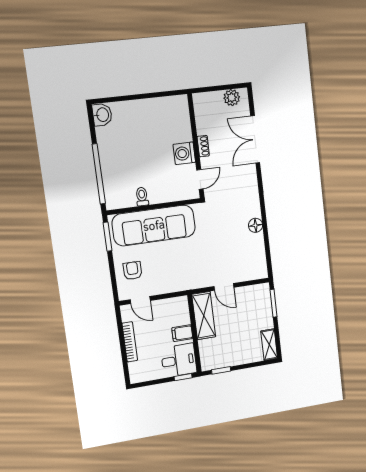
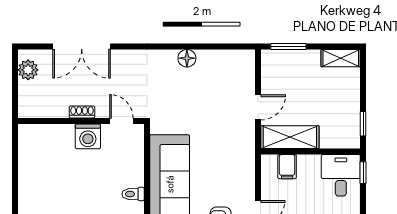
filing cabinet: (182, 333) -> (287, 167), moved

